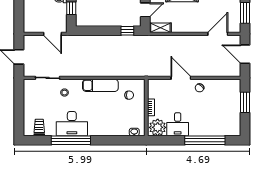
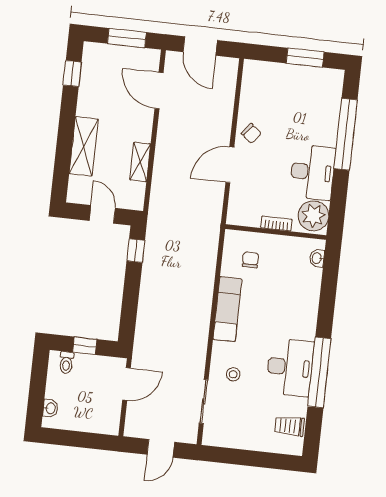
shelving: (160, 28) -> (140, 162), moved
door: (245, 54) -> (200, 46), hinge flipped
window: (245, 102) -> (305, 58), moved
desk: (178, 124) -> (312, 172), width x1.37

